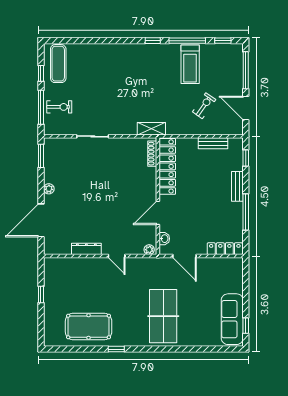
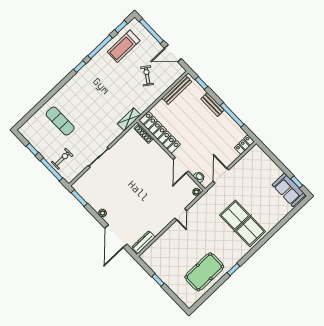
exercise mat: (58, 64) -> (60, 121), moved
treadmill: (190, 64) -> (124, 46), moved, turned 90
bench: (213, 143) -> (177, 90), width x1.36
dresser: (86, 249) -> (143, 242), moved
locker: (225, 249) -> (244, 145), width x0.66
door: (117, 256) -> (181, 214), hinge flipped
door: (185, 256) -> (221, 176), swing flipped
sofa: (232, 319) -> (289, 190), width x0.73

